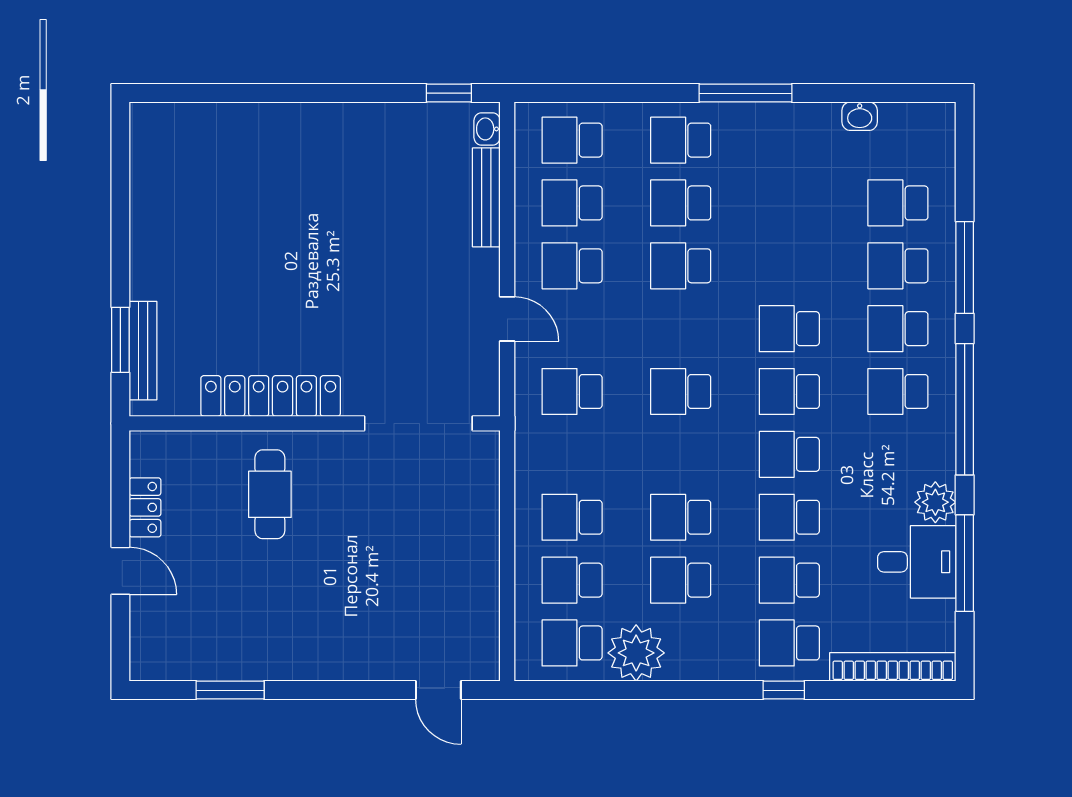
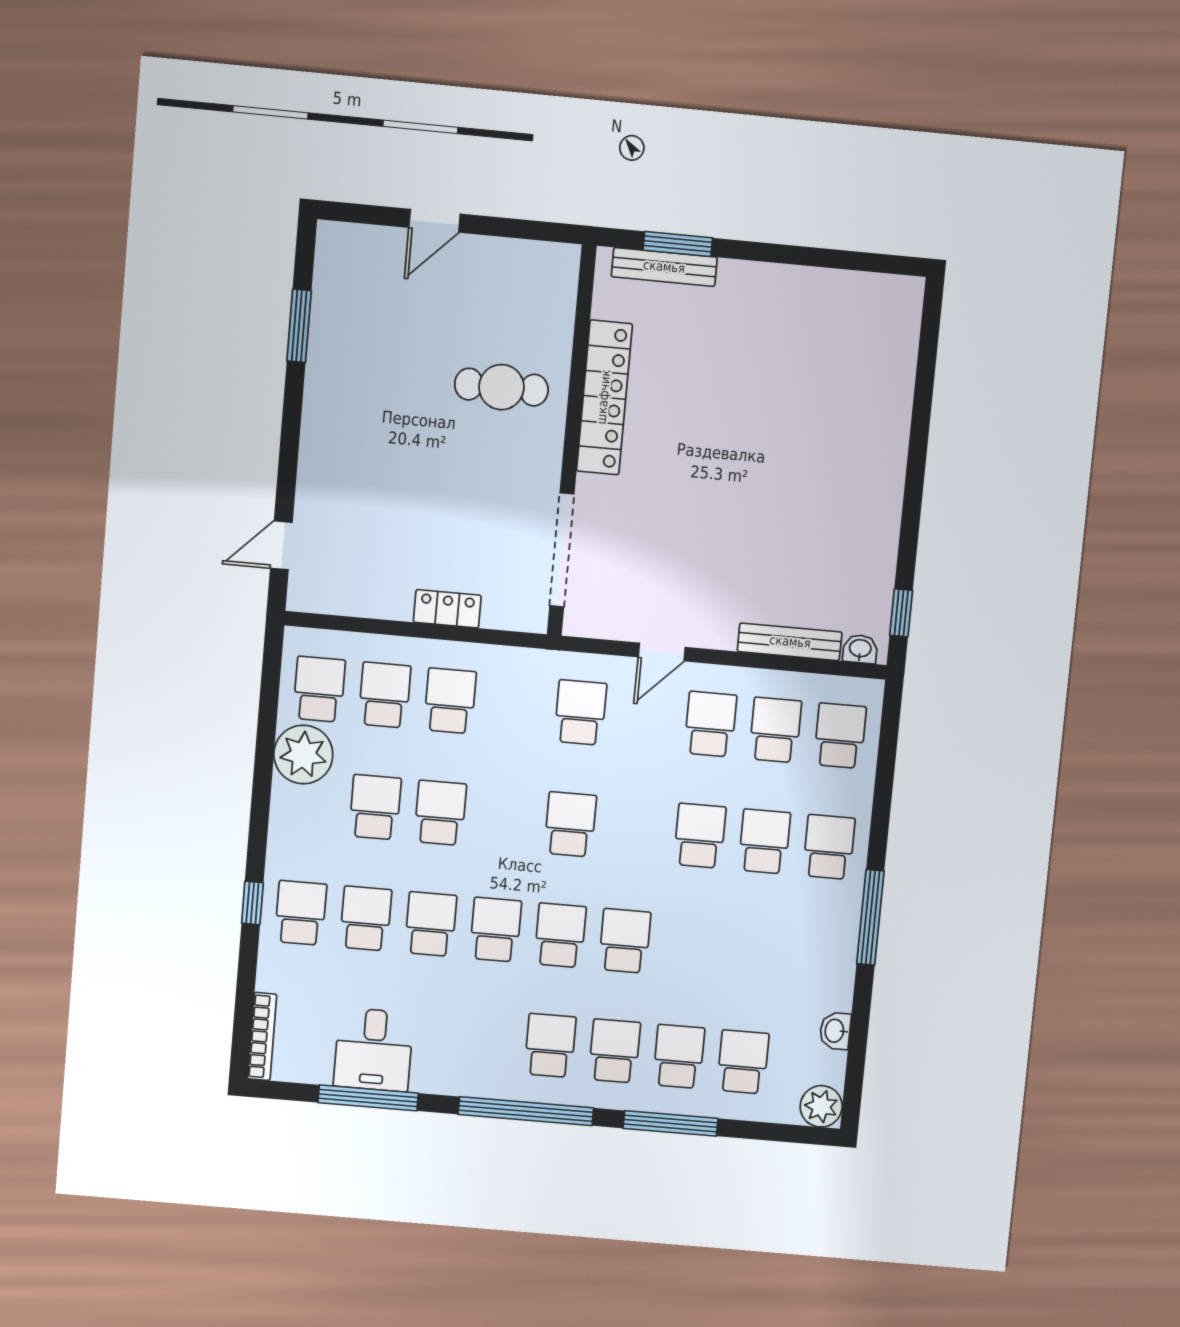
plant: (935, 502) -> (821, 1106), moved
locker: (145, 507) -> (447, 609), moved, turned 180
bookcase: (893, 667) -> (262, 1037), width x0.68, depth x0.76

